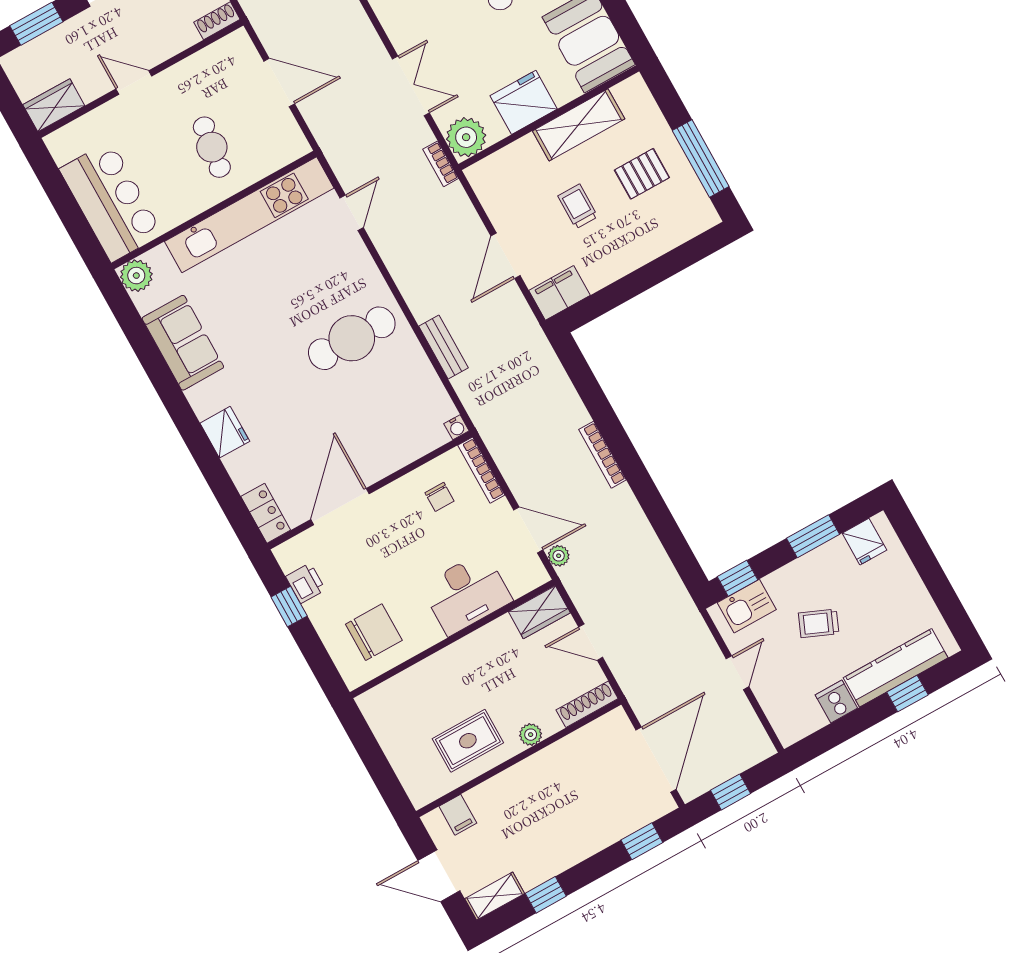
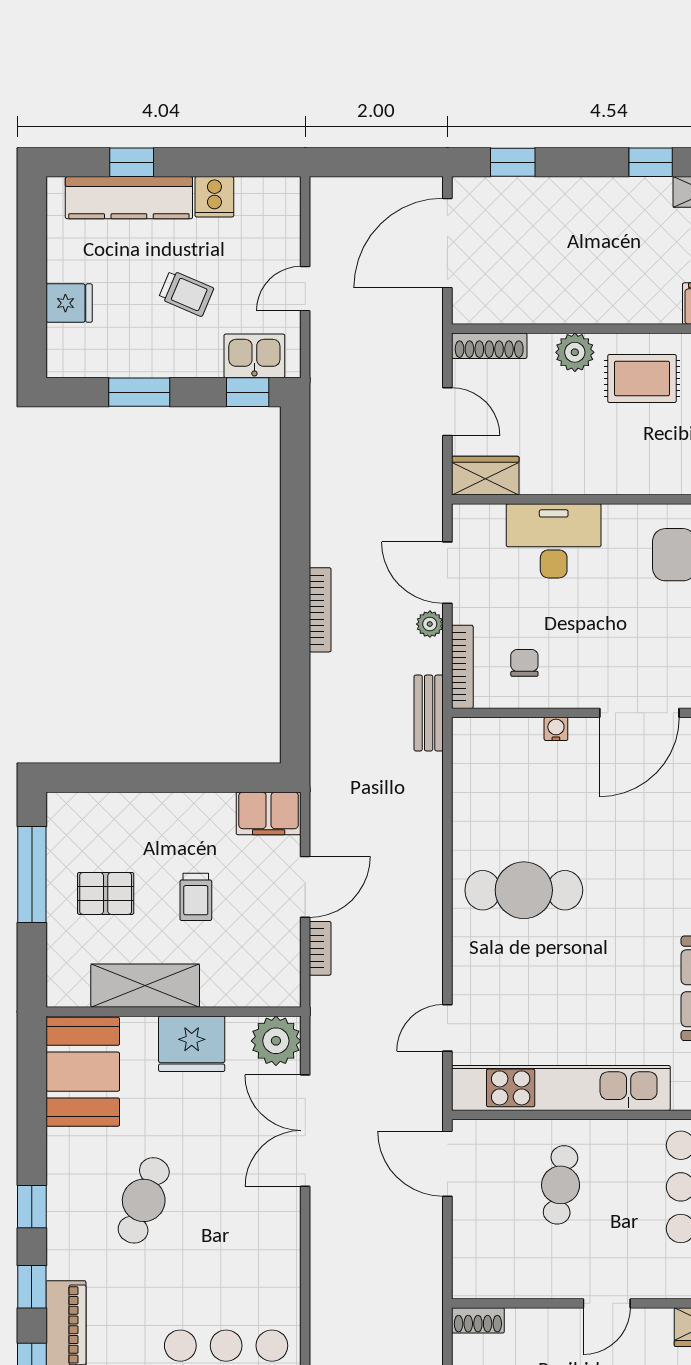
door: (279, 82) -> (447, 1164), moved
door: (134, 83) -> (607, 1303), hinge flipped
double door: (411, 86) -> (305, 1131), width x1.37
bookcase: (441, 164) -> (320, 948), moved
bench: (444, 347) -> (429, 713), moved
water cooler: (456, 427) -> (556, 729), moved
fridge: (864, 542) -> (69, 303), moved, turned 90
plant: (559, 556) -> (430, 624), moved
plant: (531, 735) -> (575, 352), width x1.38, depth x1.38
window: (730, 792) -> (386, 162), removed

